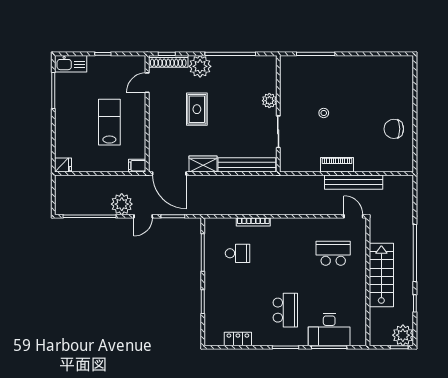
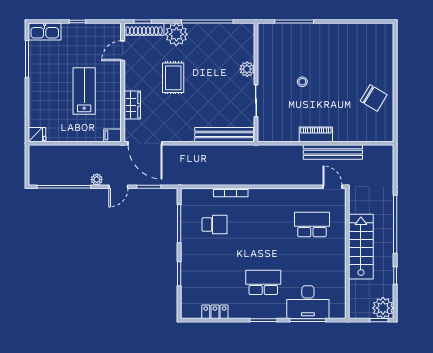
chair: (394, 129) -> (374, 98), turned -149
wardrobe: (203, 164) -> (132, 105), moved, turned 90
plant: (122, 204) -> (97, 180), width x0.53, depth x0.53
school desk: (285, 310) -> (263, 282), turned -90

